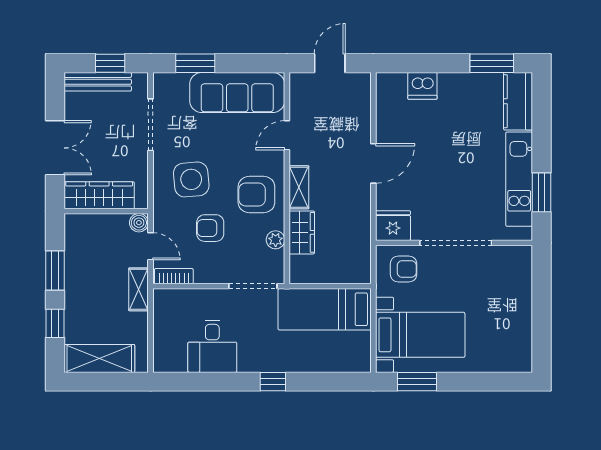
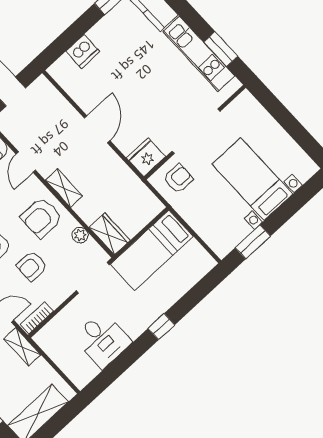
wardrobe: (302, 232) -> (110, 234), moved
bed with nightstands: (420, 335) -> (252, 179), moved, turned -90

